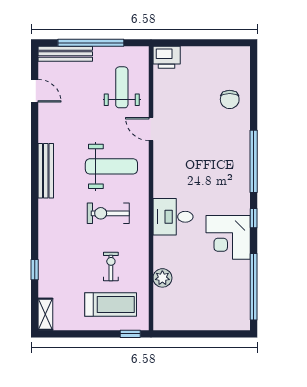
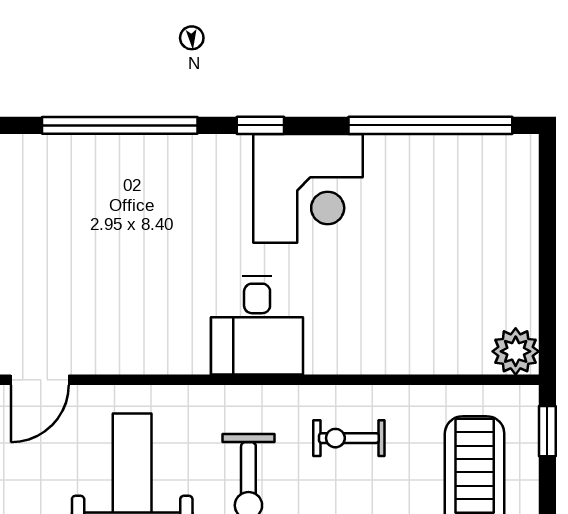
exercise bike: (111, 267) -> (349, 438), moved
plant: (162, 278) -> (516, 351), moved

